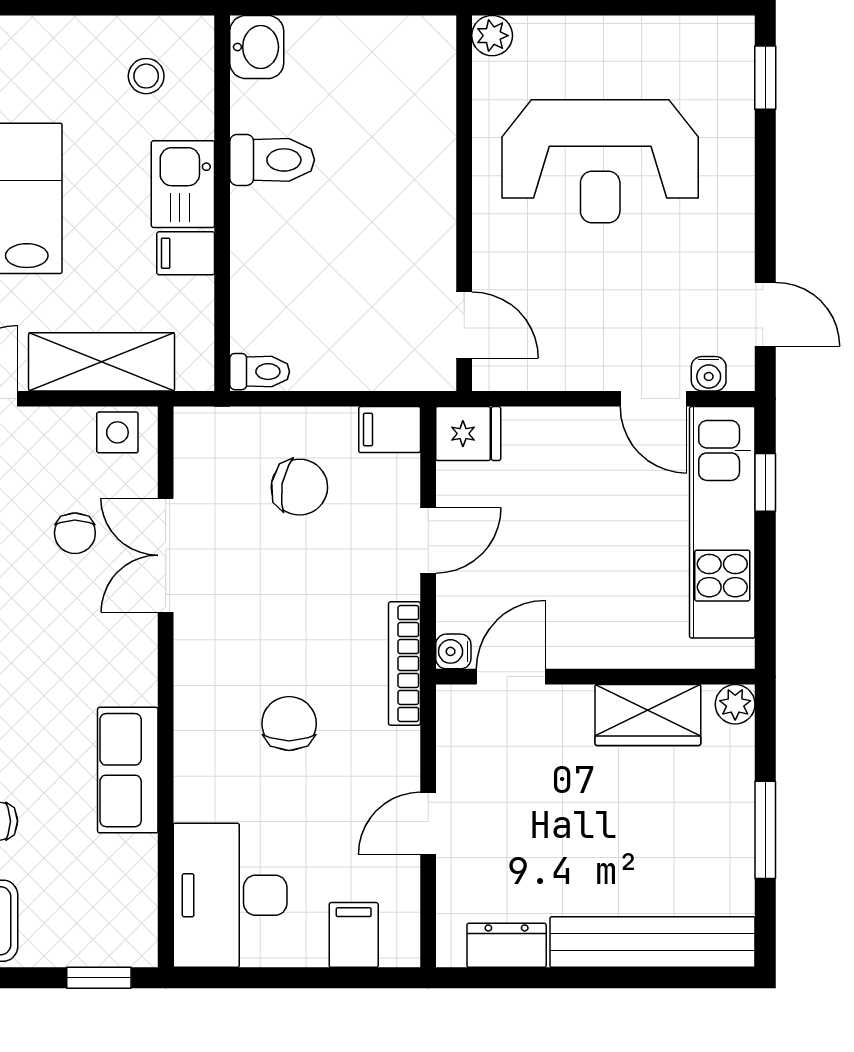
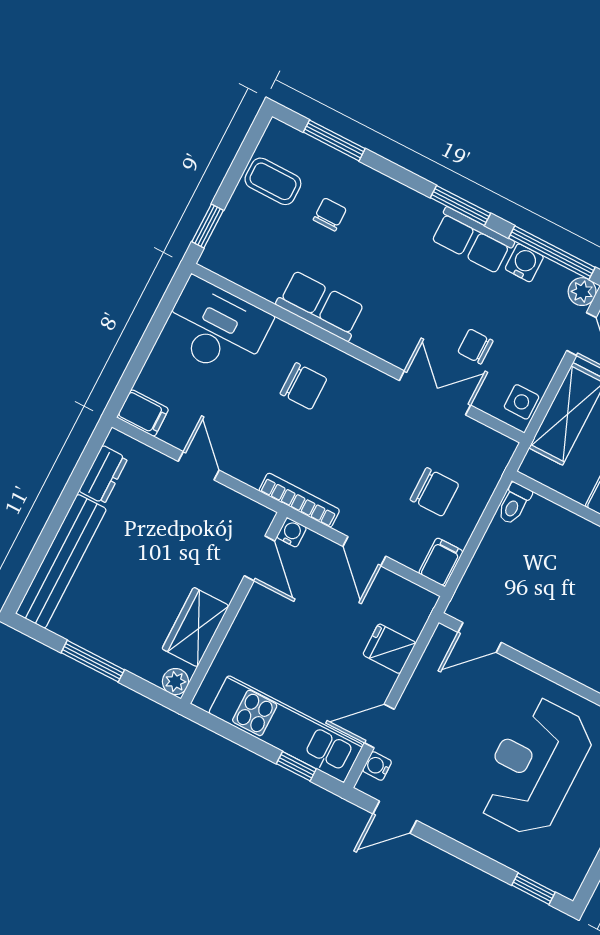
fridge: (468, 434) -> (389, 649), moved, turned 90
chair: (299, 487) -> (434, 492), turned -100
chair: (289, 724) -> (304, 386), moved
filing cabinet: (354, 935) -> (143, 413), moved

